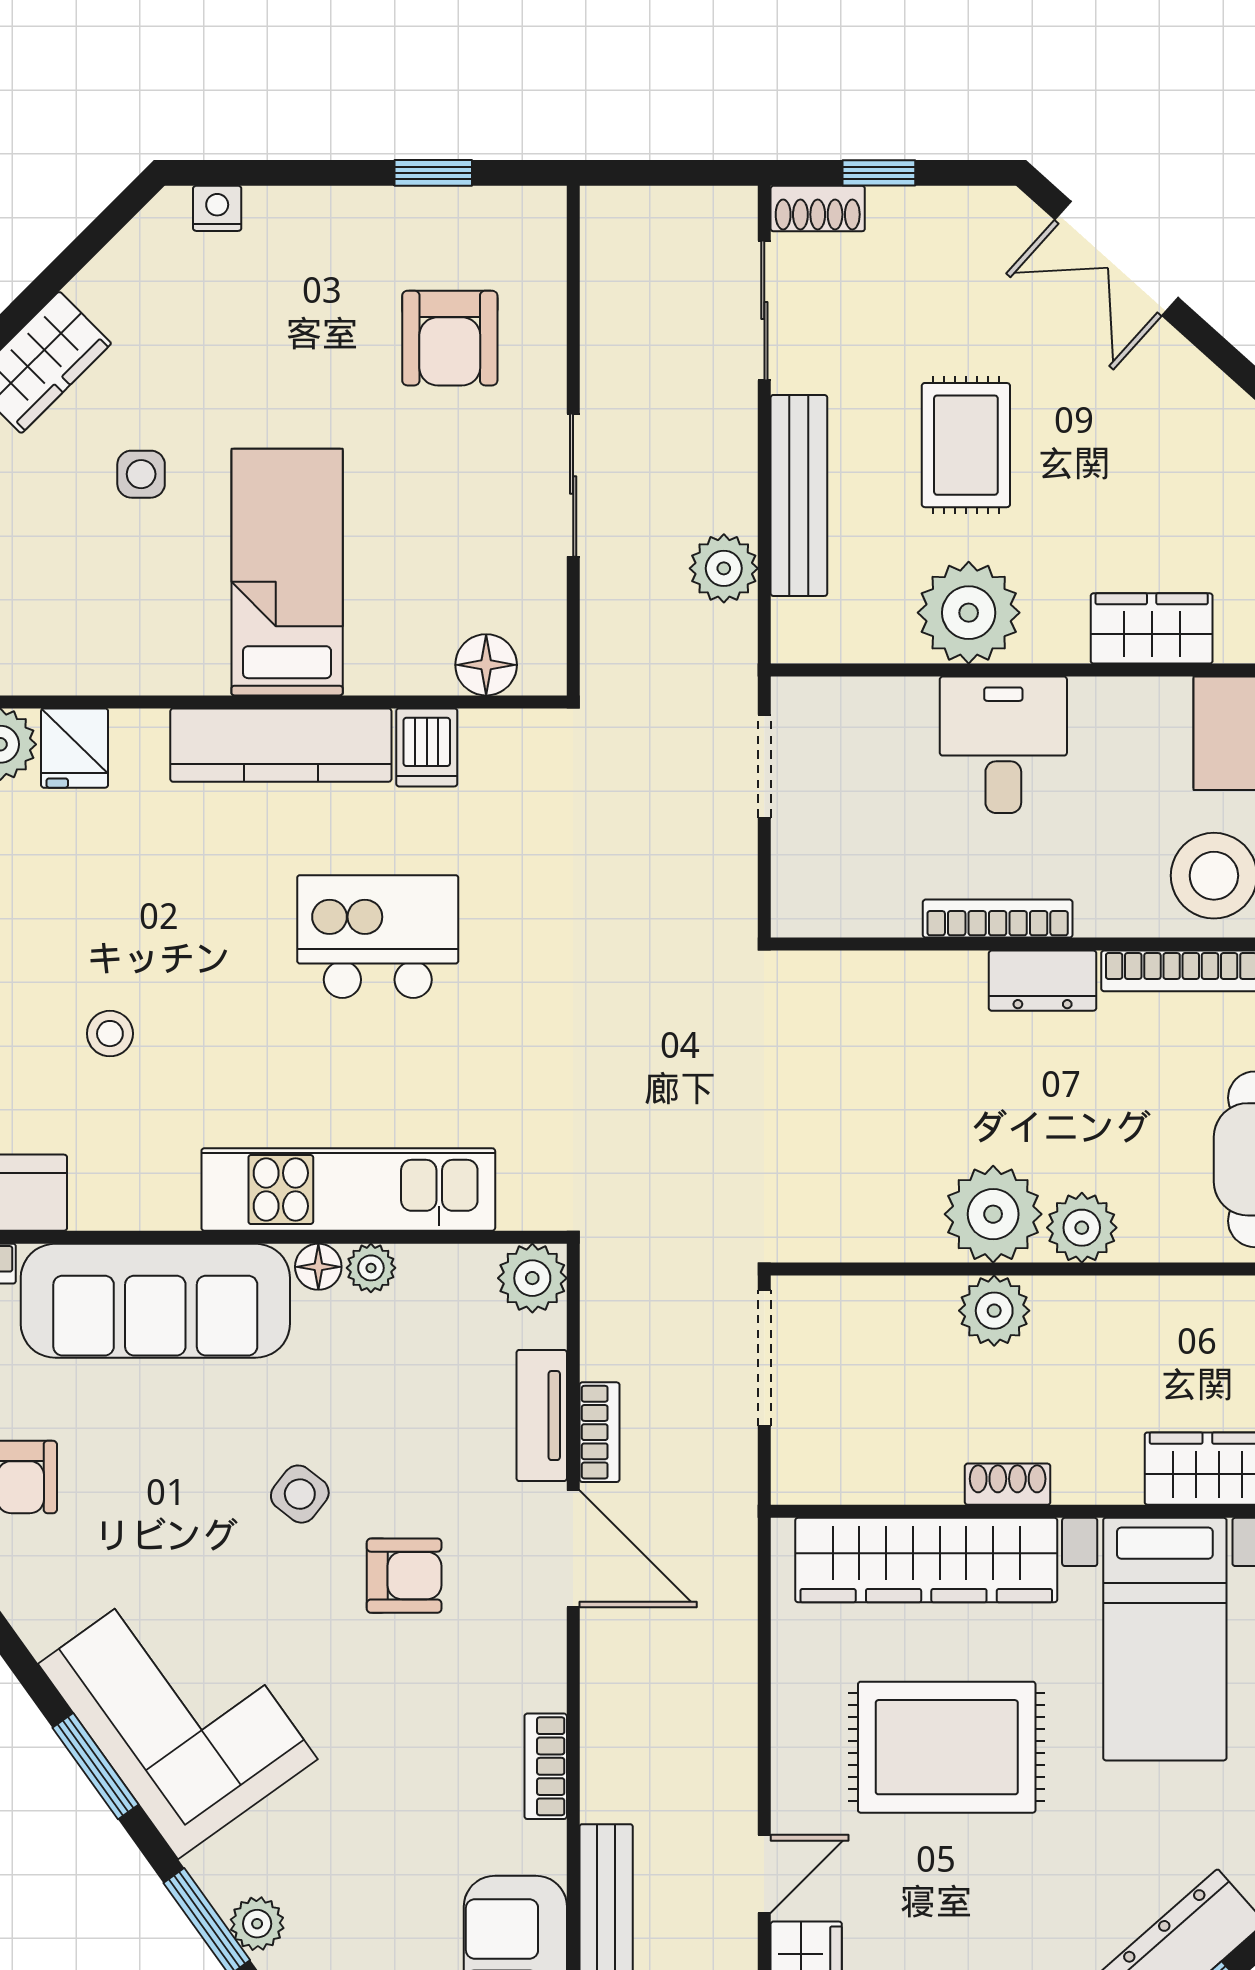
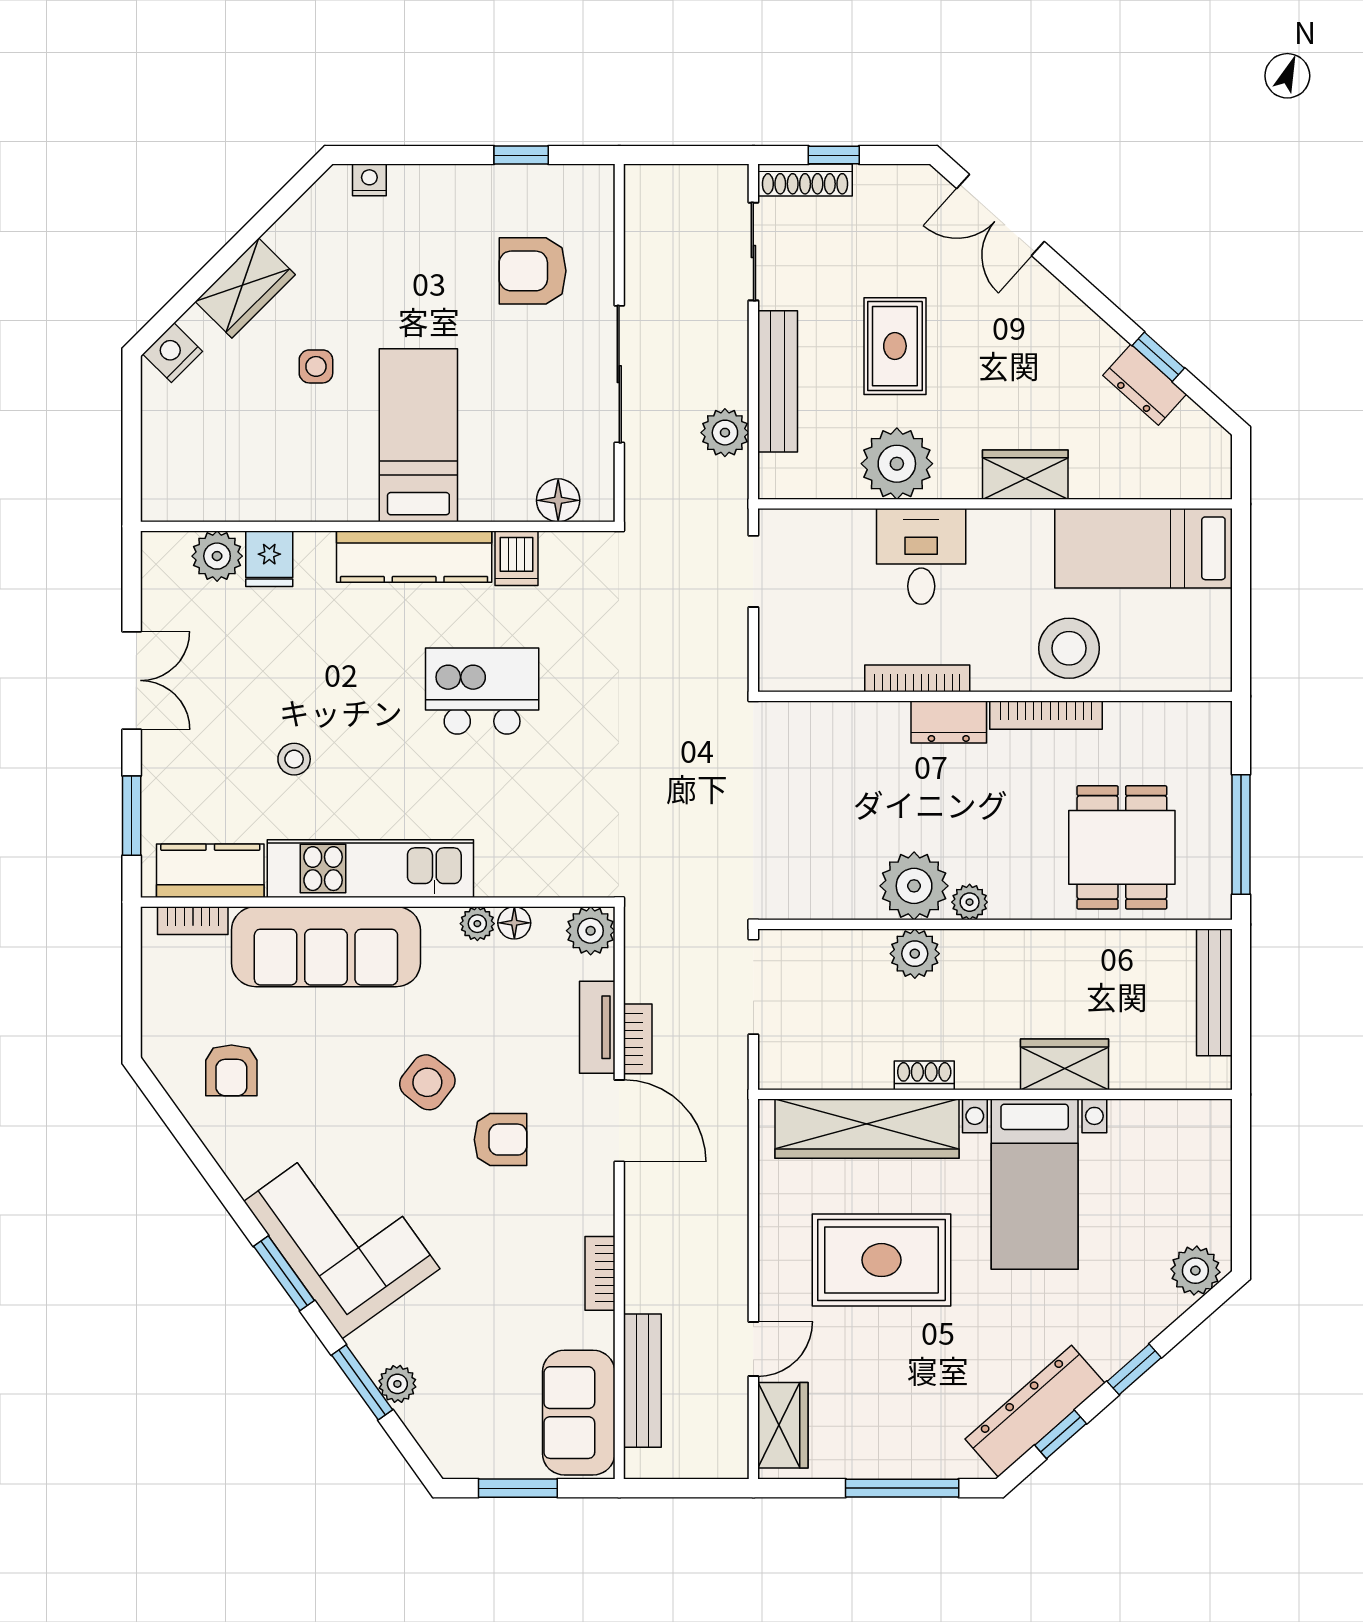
shoe rack: (818, 209) -> (805, 180), width x1.43
armchair: (450, 338) -> (533, 271), turned 90
sliding door: (573, 485) -> (619, 374), width x1.37
kitchen unit: (348, 1189) -> (370, 869), moved
plant: (1082, 1228) -> (970, 902), width x0.73, depth x0.73
floor lamp: (318, 1267) -> (514, 923), moved
side table: (300, 1494) -> (427, 1082), width x1.37, depth x1.37

